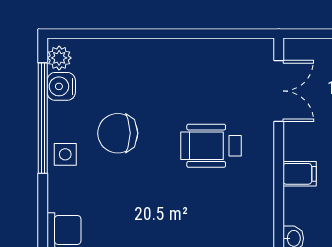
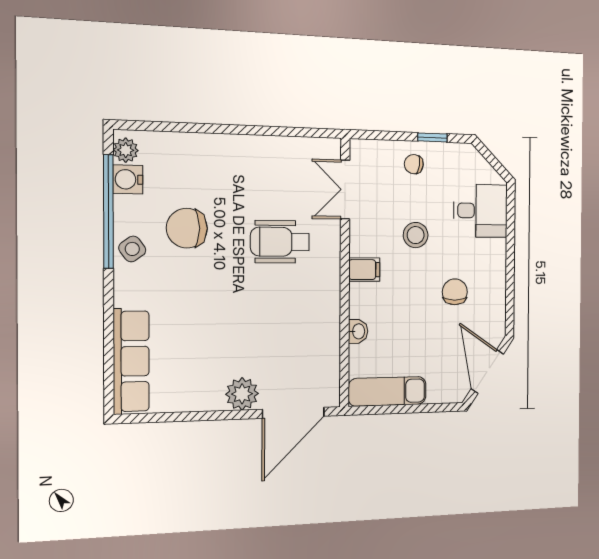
double door: (279, 91) -> (345, 190), swing flipped
side table: (65, 154) -> (132, 249), turned -36

